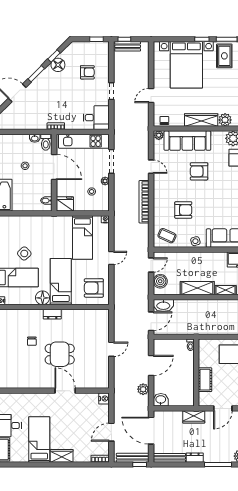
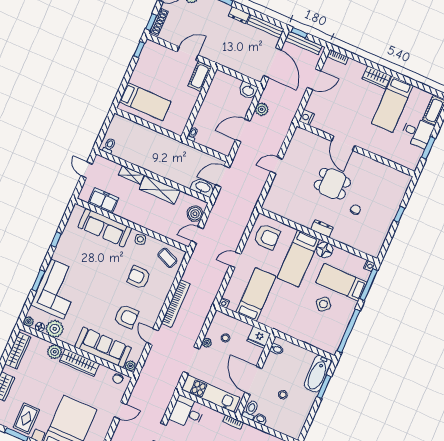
armchair: (199, 171) -> (126, 317), moved
cot: (205, 380) -> (200, 76), moved
wardrobe: (194, 417) -> (222, 58), removed

